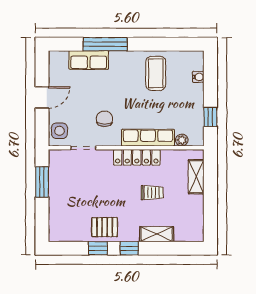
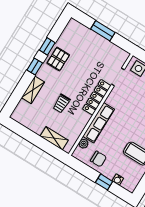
window: (210, 117) -> (104, 182), moved
chair: (104, 119) -> (98, 159), moved
locker: (137, 157) -> (97, 97), moved
window: (42, 182) -> (103, 31), moved

